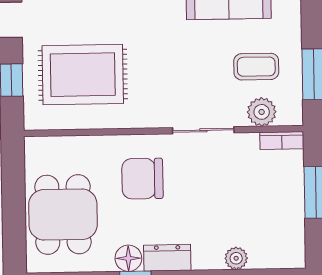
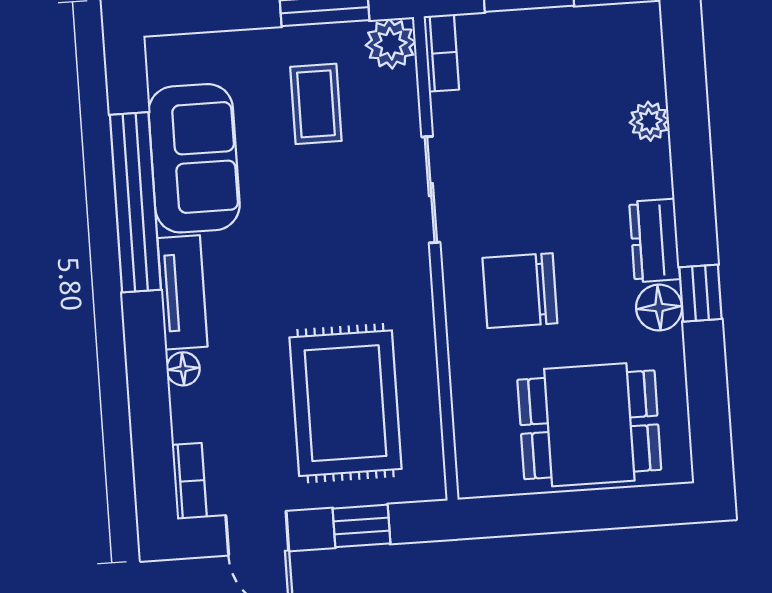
plant: (262, 112) -> (391, 44), moved
chair: (142, 179) -> (520, 291), turned 90

